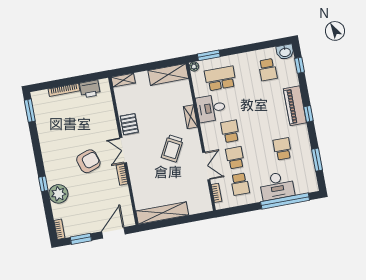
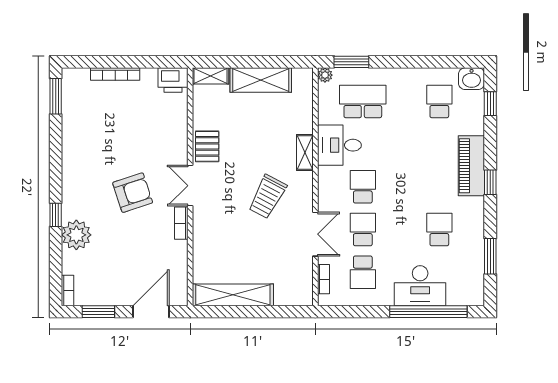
school desk: (268, 70) -> (439, 101), turned 180
shelving: (168, 74) -> (261, 80), moved
printer: (90, 89) -> (173, 80), moved

